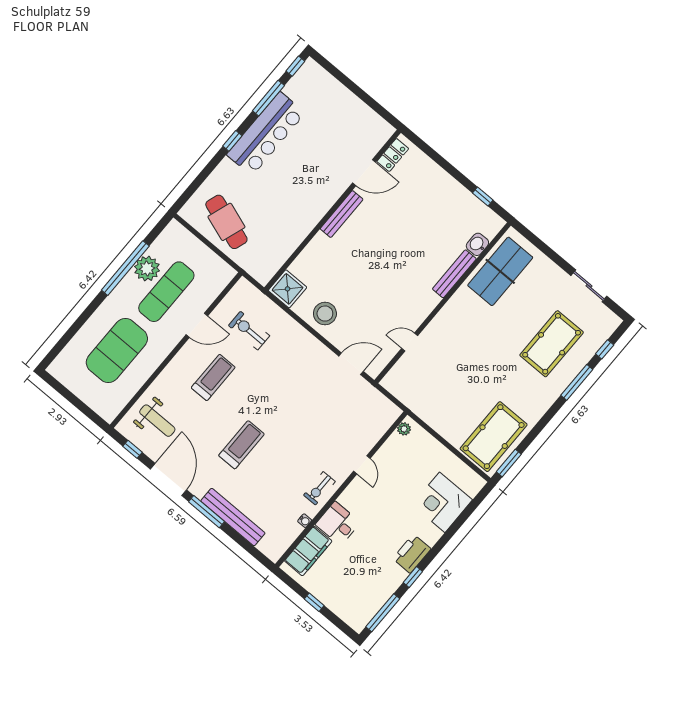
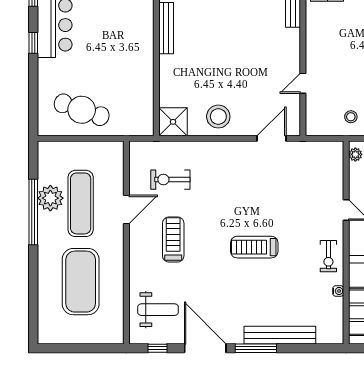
stool: (425, 398) -> (351, 117), added
treadmill: (241, 445) -> (254, 247), moved, turned -90

